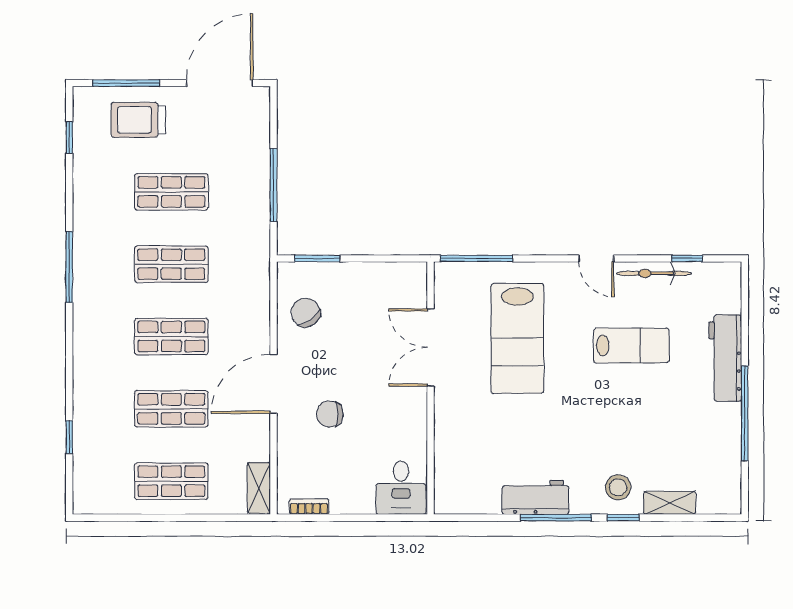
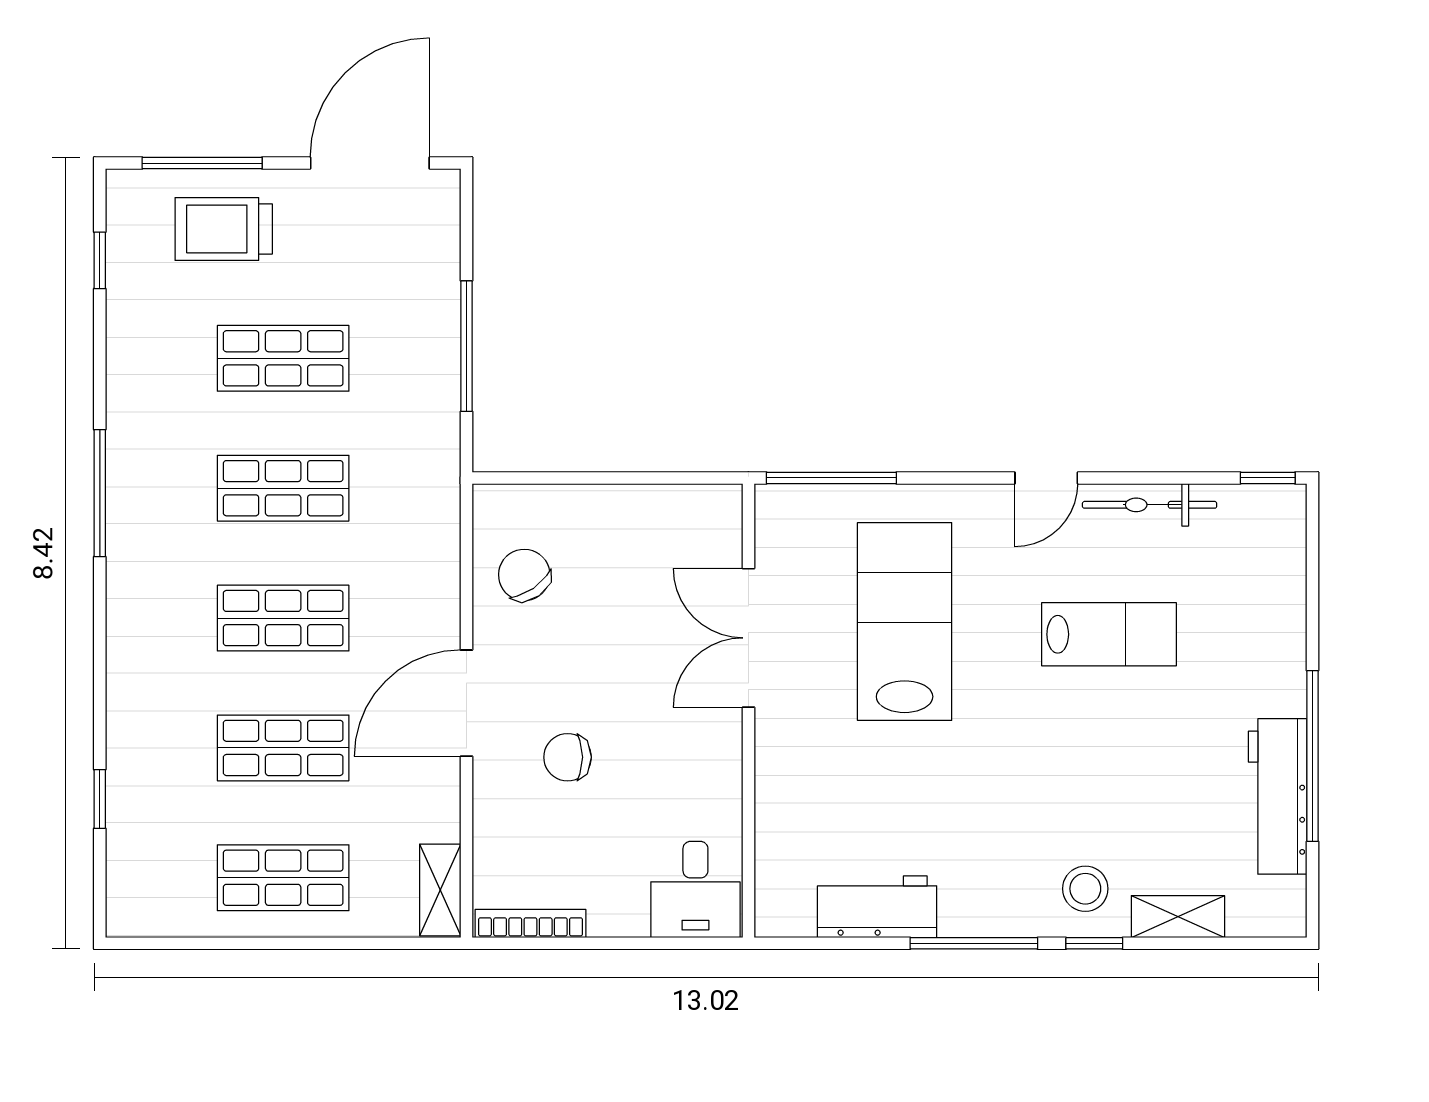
window: (317, 258) -> (545, 478), removed
door: (596, 258) -> (1046, 478), hinge flipped
window: (687, 258) -> (1268, 478), moved
lab bench: (517, 338) -> (905, 621), turned 180
workbench: (725, 358) -> (1278, 796), moved
workbench: (535, 497) -> (877, 907), moved
bookcase: (309, 507) -> (530, 923), width x1.56

